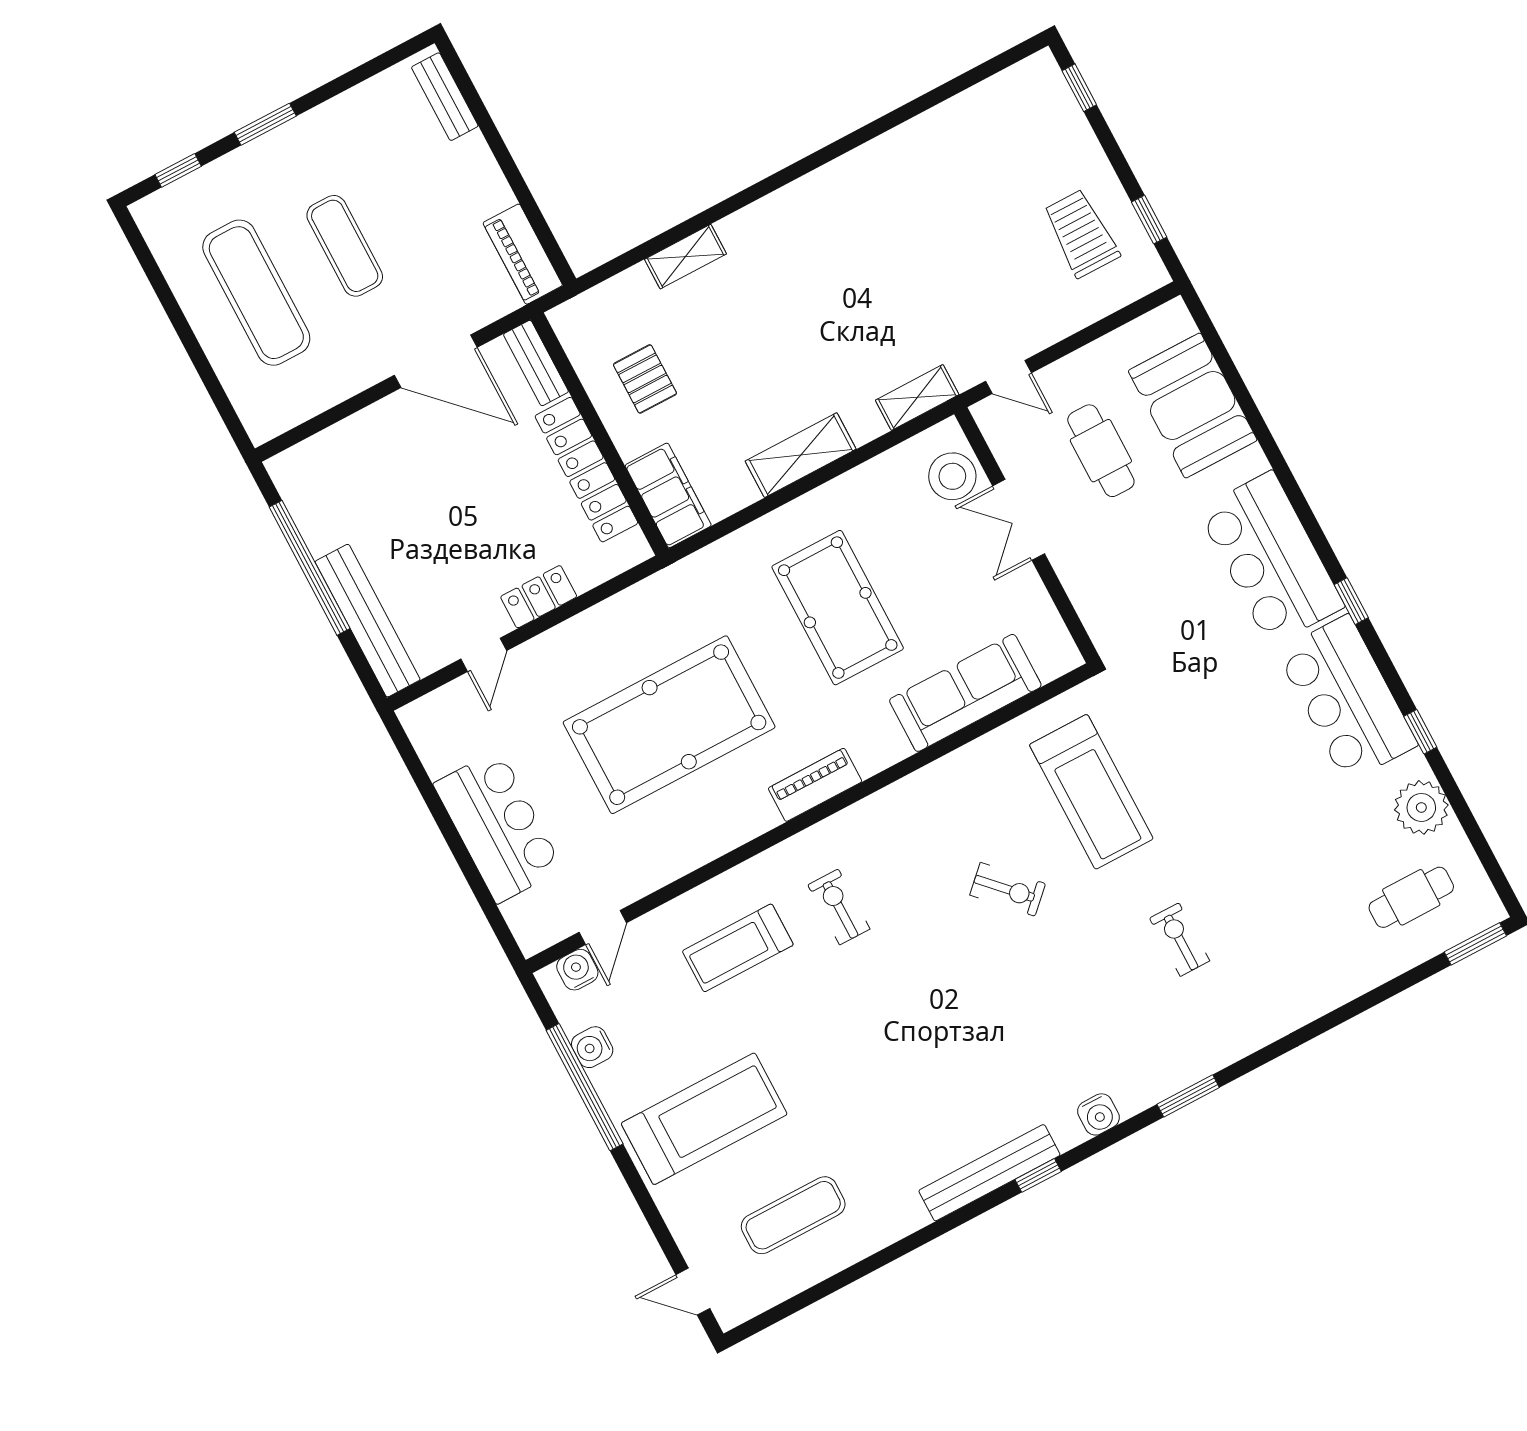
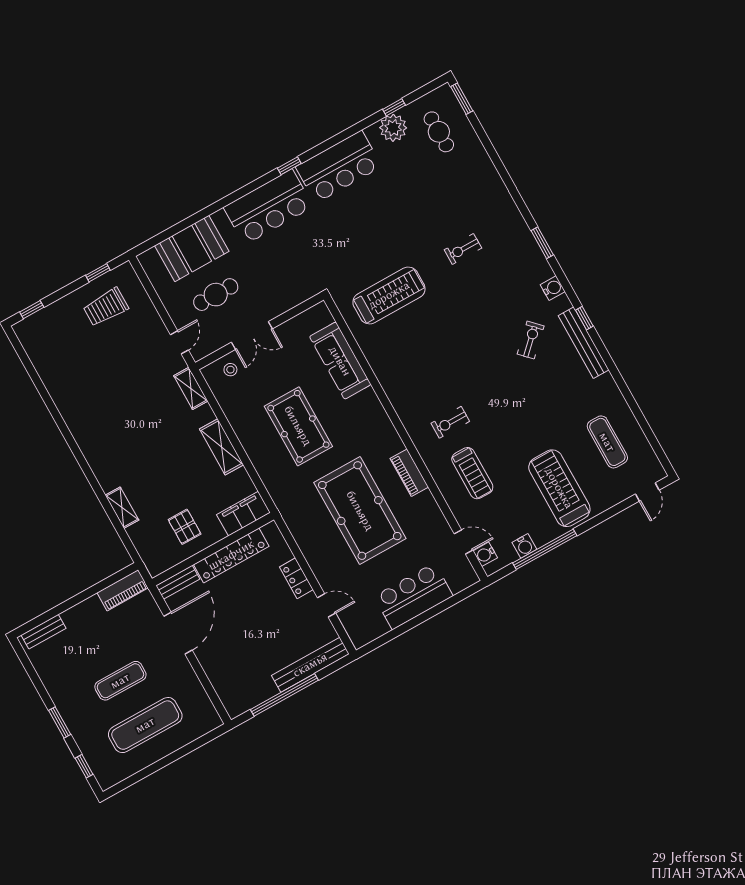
pallet: (645, 379) -> (185, 527), turned 90
stool: (952, 476) -> (230, 370), width x0.53, depth x0.53
pool table: (838, 608) -> (298, 426), turned 90
window: (1420, 732) -> (394, 107), moved
piano: (815, 785) -> (409, 473), moved
exercise bike: (1008, 889) -> (531, 340), moved

